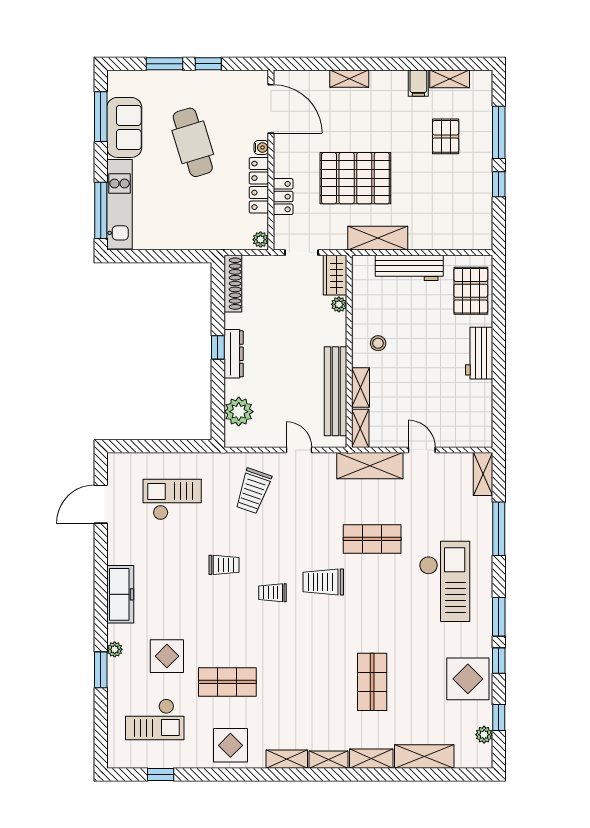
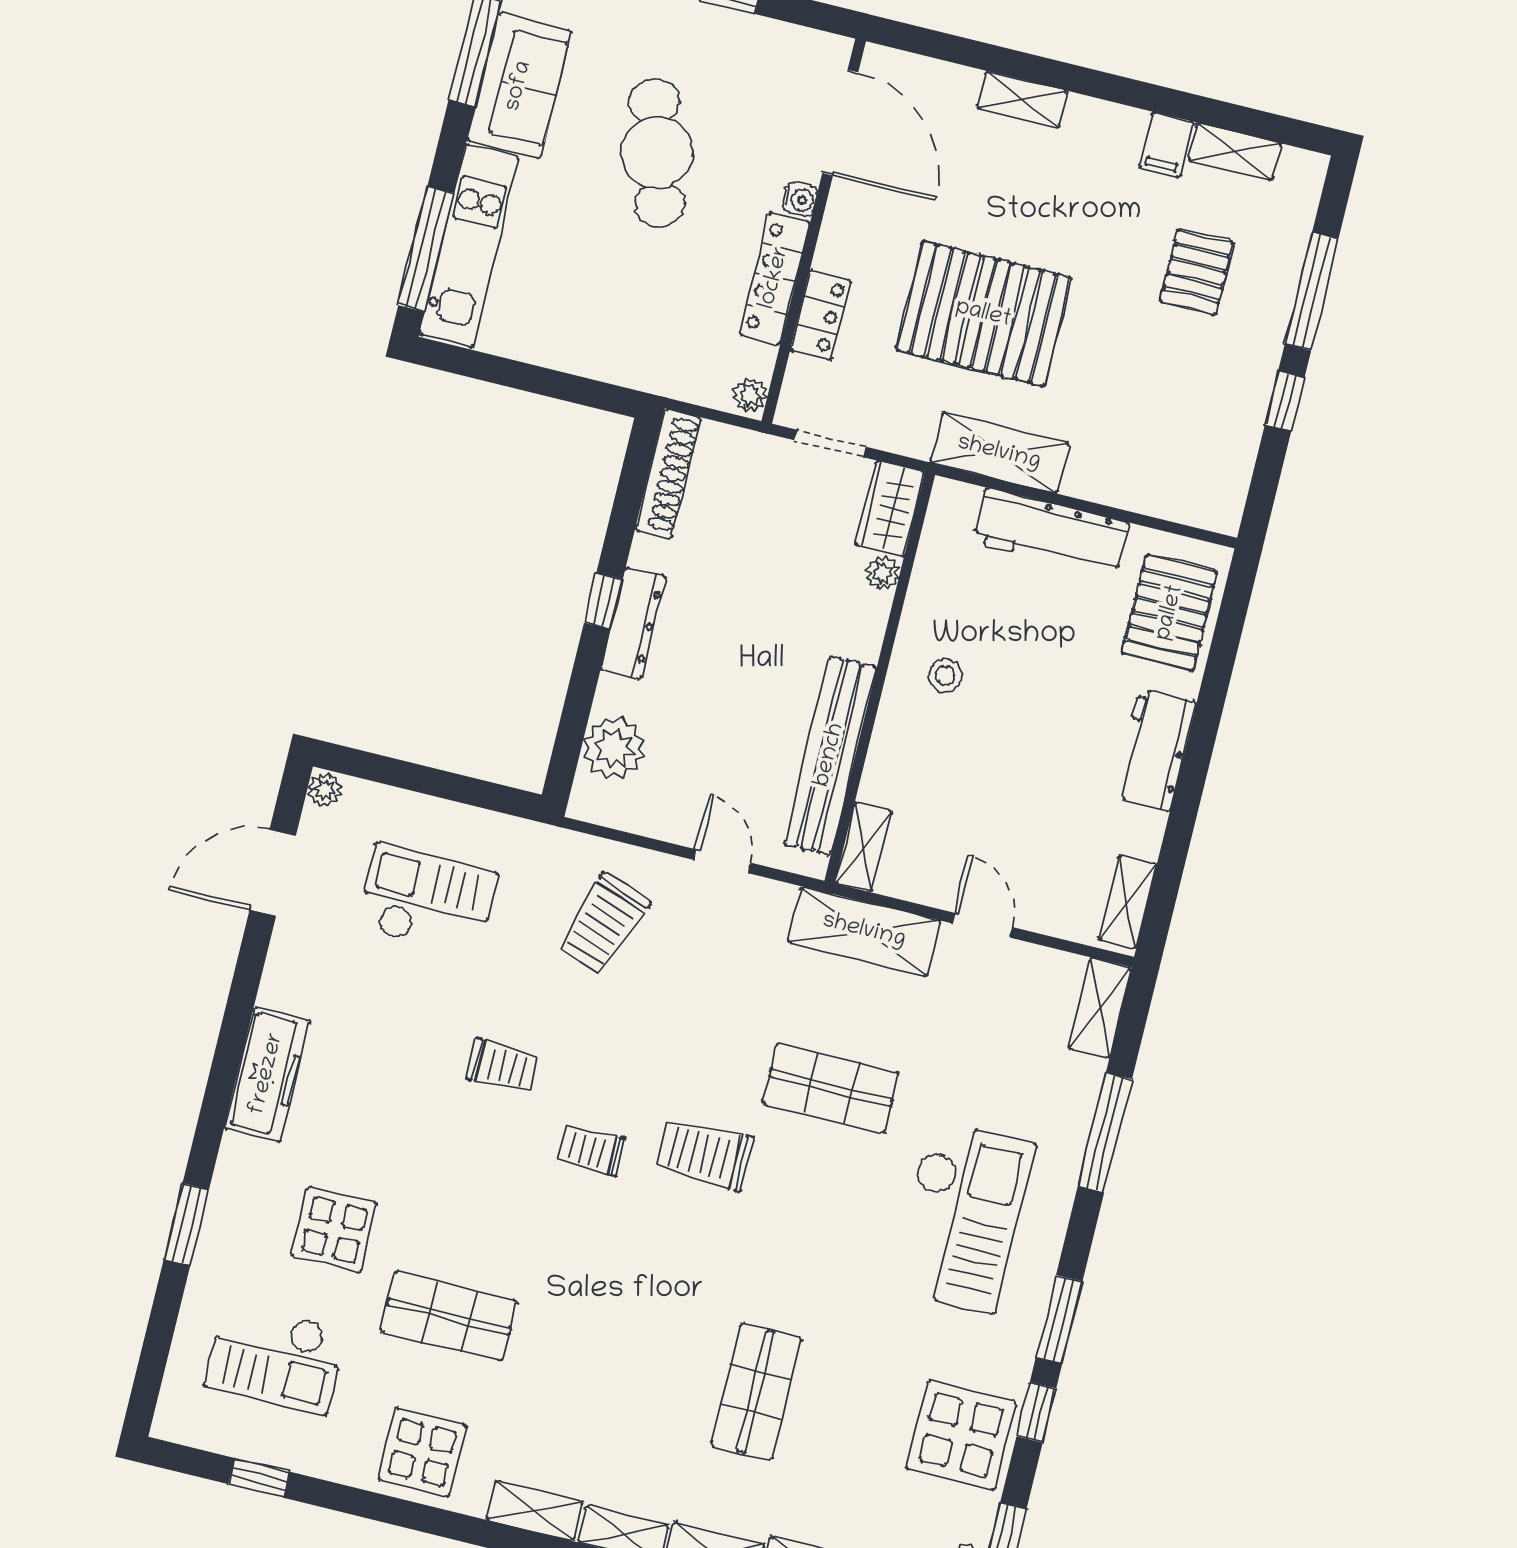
shelving: (361, 388) -> (1128, 902), moved
plant: (115, 649) -> (325, 790), moved

